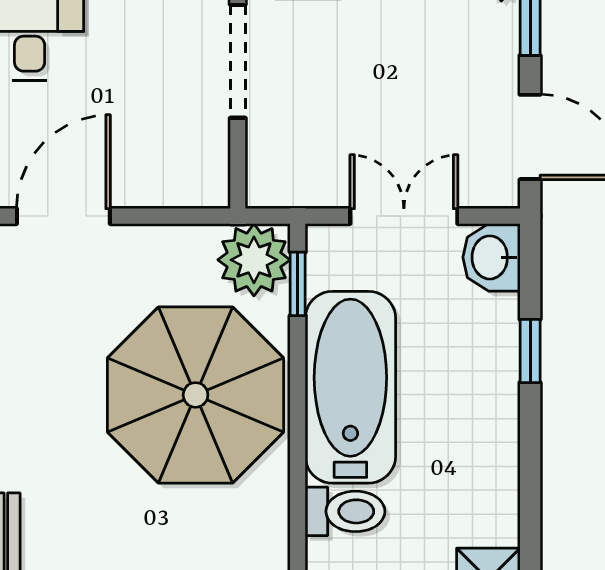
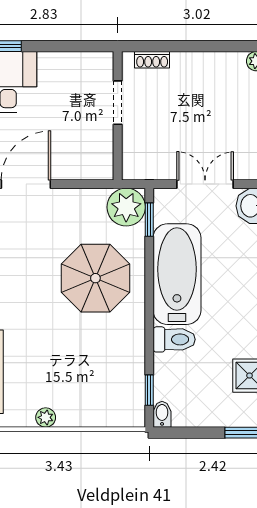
doorway: (238, 61) -> (118, 103), width x0.73
parasol: (196, 395) -> (95, 278), width x0.73, depth x0.73

